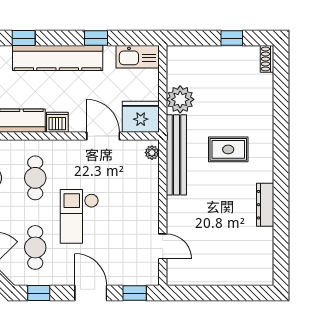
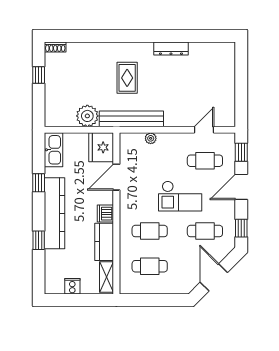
plant: (152, 153) -> (151, 138), moved
cafe table: (124, 247) -> (205, 161), added

